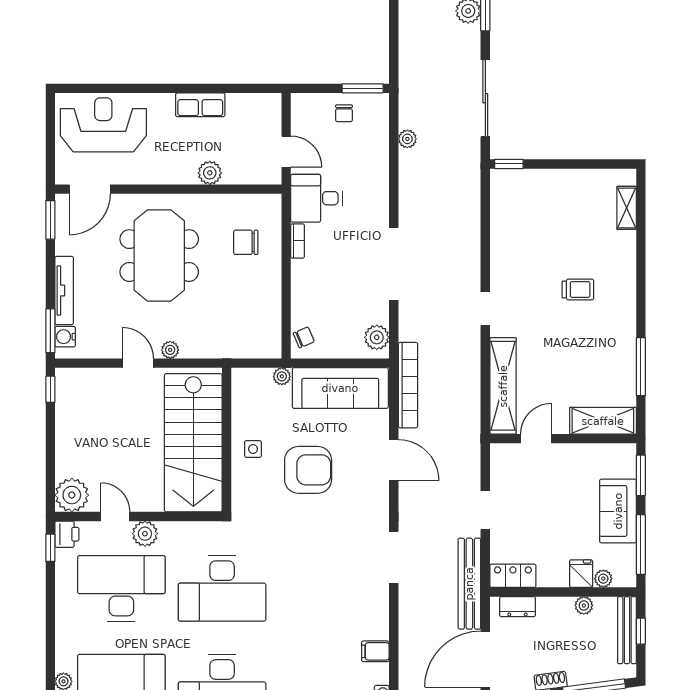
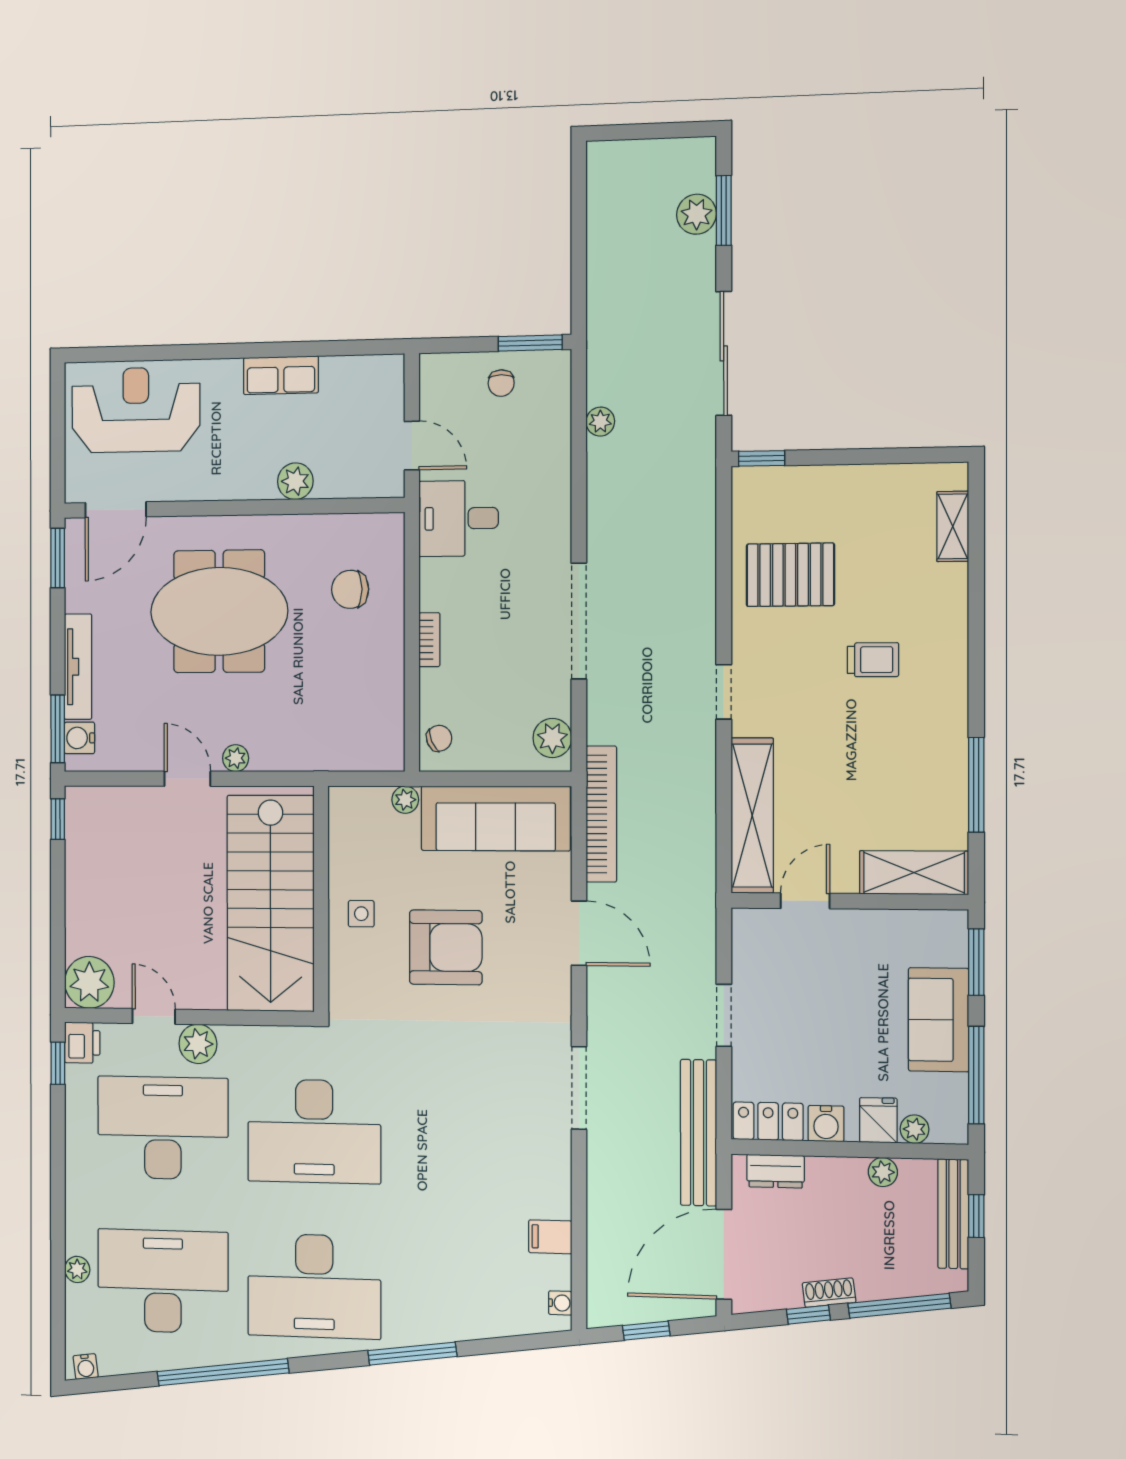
pallet: (527, 236) -> (790, 575), added
bookcase: (298, 241) -> (429, 640), moved
meeting table: (159, 256) -> (219, 611), turned 90
water cooler: (549, 576) -> (826, 1124), added

